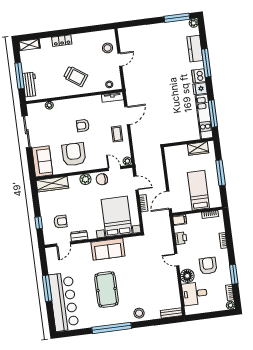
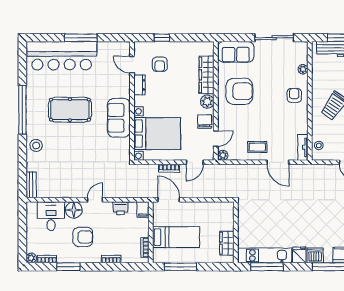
armchair: (83, 126) -> (294, 95), moved
window: (221, 173) -> (180, 267), moved
wardrobe: (52, 184) -> (207, 75), moved

